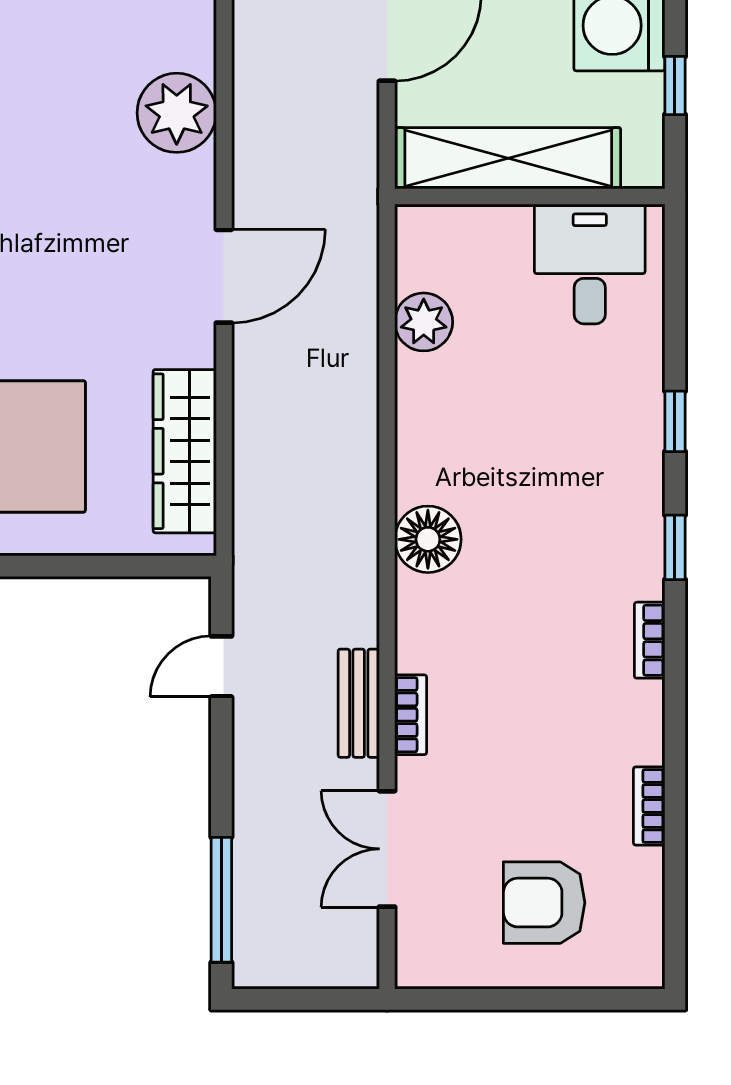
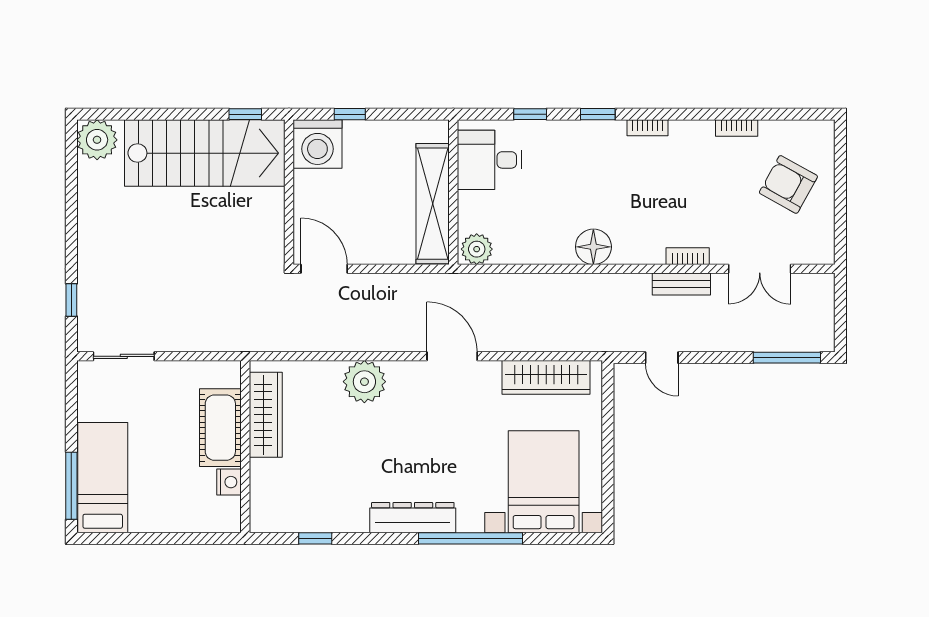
shelving: (508, 158) -> (433, 204), moved
wall: (530, 197) -> (453, 192), moved
desk: (590, 264) -> (489, 160), moved
armchair: (544, 903) -> (788, 184), turned 119

